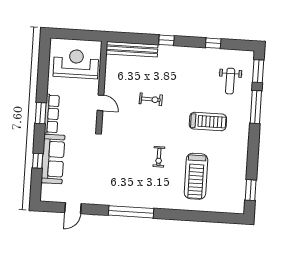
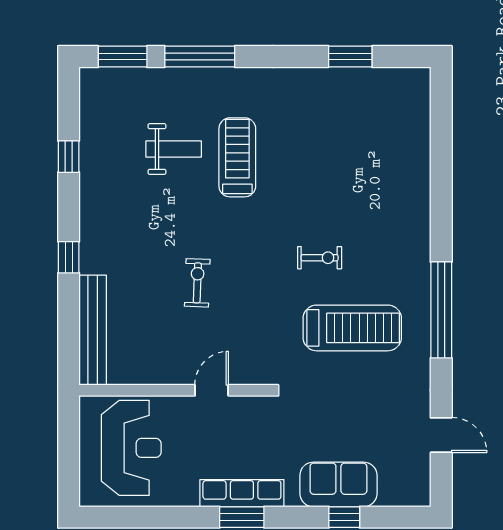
reception desk: (76, 64) -> (131, 448), turned 180
weight bench: (230, 81) -> (174, 149), moved
sofa: (53, 159) -> (338, 484), width x0.73
treadmill: (196, 176) -> (352, 328), moved
window: (251, 190) -> (350, 57), moved

